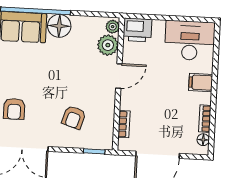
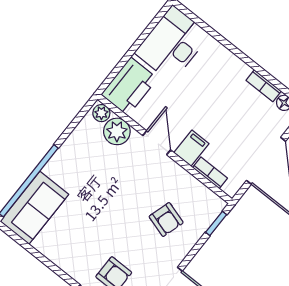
floor lamp: (59, 26) -> (61, 167), removed
printer: (137, 30) -> (129, 87), width x1.37, depth x1.19
filing cabinet: (201, 83) -> (191, 148), moved, turned 180

